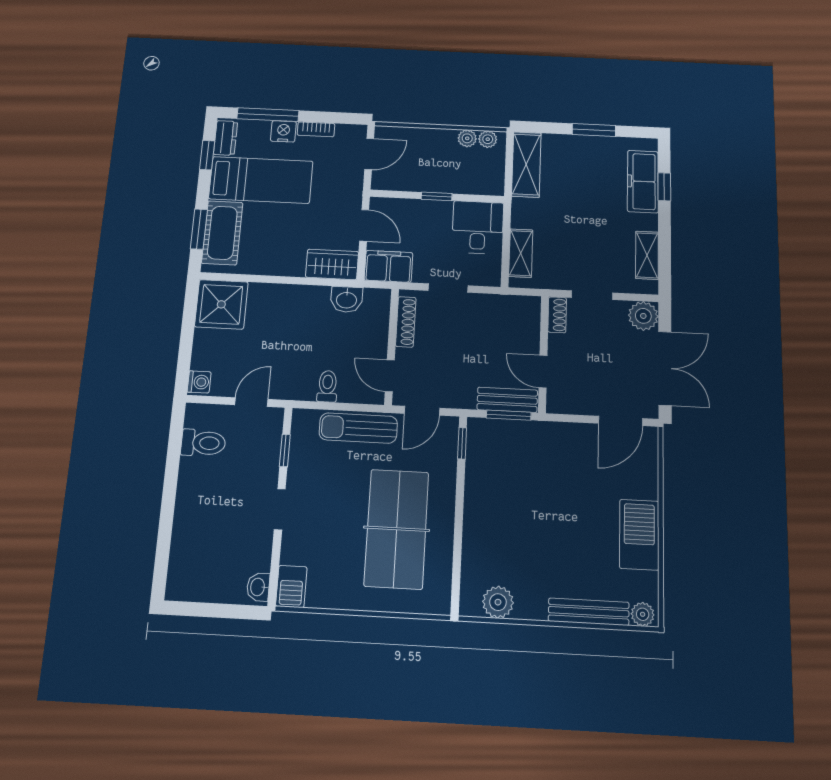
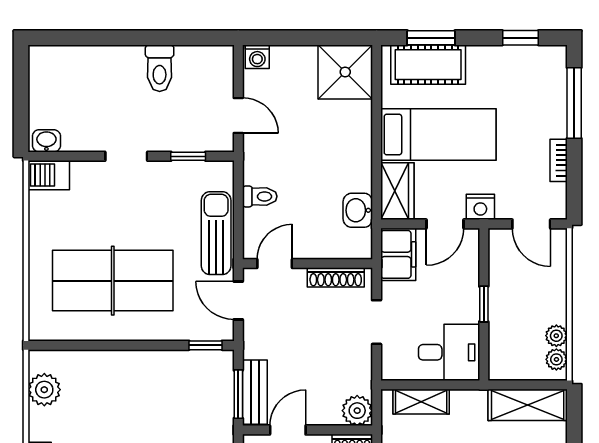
nightstand: (283, 131) -> (480, 207), moved, turned 90
dresser: (226, 138) -> (543, 57), removed
bed: (261, 180) -> (438, 135), moved, turned -90
plant: (527, 309) -> (357, 411), added
toilet: (203, 443) -> (160, 68), moved

